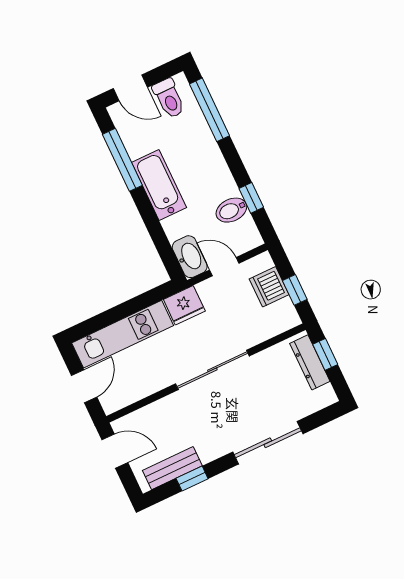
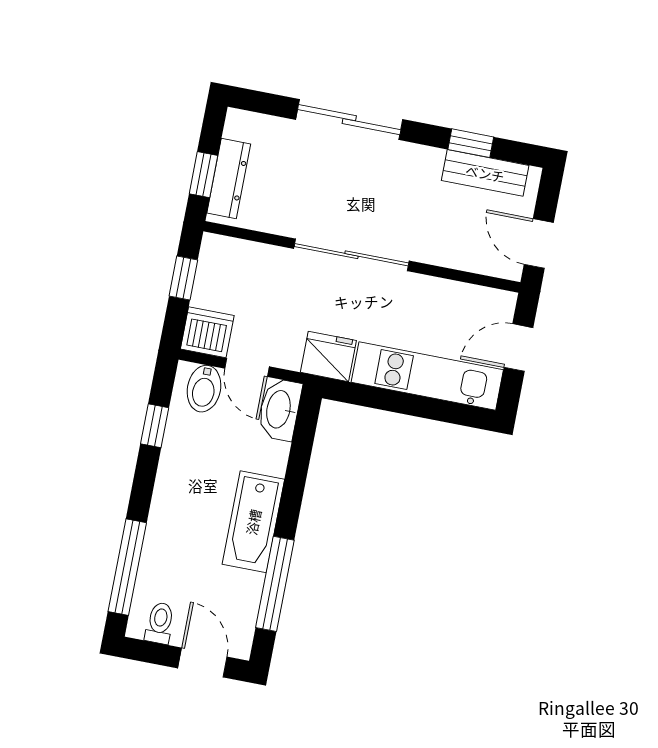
toilet: (169, 98) -> (160, 623), width x0.73, depth x0.72
bidet: (231, 210) -> (204, 389), moved, turned 90
dishwasher: (269, 287) -> (207, 332), moved, turned -90

